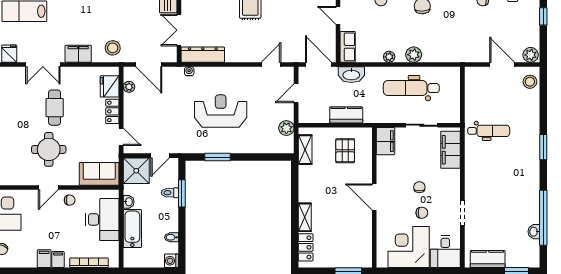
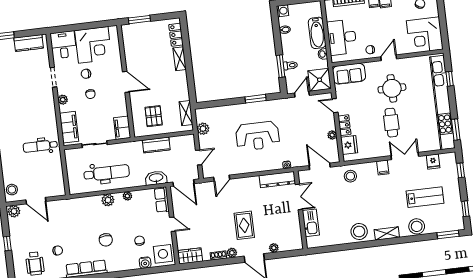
filing cabinet: (78, 54) -> (383, 168), width x0.50
plant: (129, 87) -> (332, 135), moved
plant: (454, 184) -> (63, 100), added

